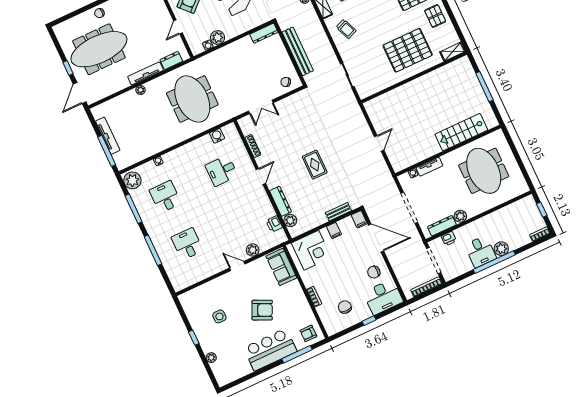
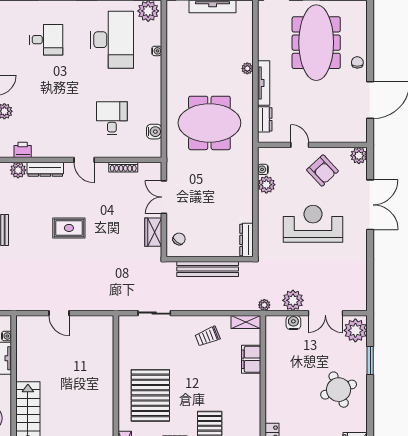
wardrobe: (290, 103) -> (153, 232), added
desk: (165, 197) -> (112, 40), width x1.87, depth x1.30

